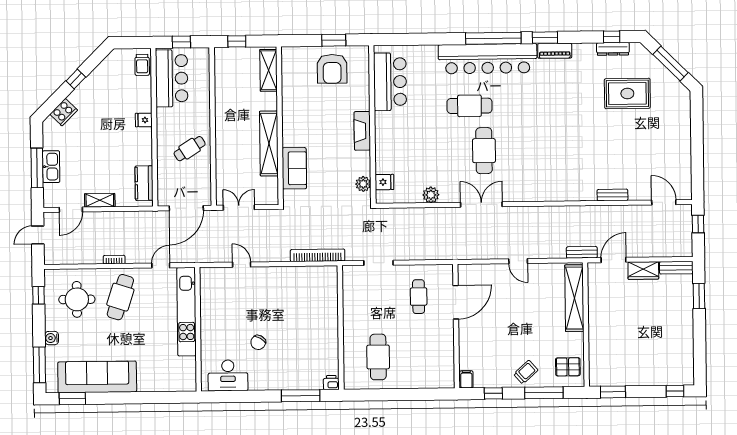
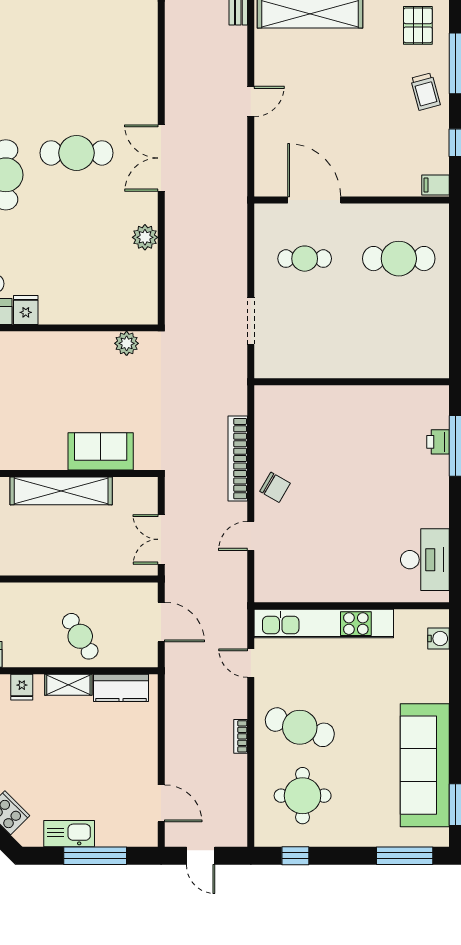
fireplace: (362, 131) -> (43, 344), removed
cafe table: (190, 149) -> (80, 636), moved
kitchen sink: (51, 167) -> (69, 834), moved
fridge: (384, 182) -> (26, 310), moved
shelving: (100, 200) -> (68, 685), moved, turned 90
door: (186, 208) -> (161, 622), width x0.73
bookcase: (318, 255) -> (238, 459), moved
water cooler: (52, 338) -> (439, 639), moved, turned -90
chair: (258, 342) -> (275, 487), moved
cafe table: (378, 357) -> (399, 259), moved
trolley: (526, 372) -> (425, 92), turned -153
printer: (331, 383) -> (438, 442), moved

